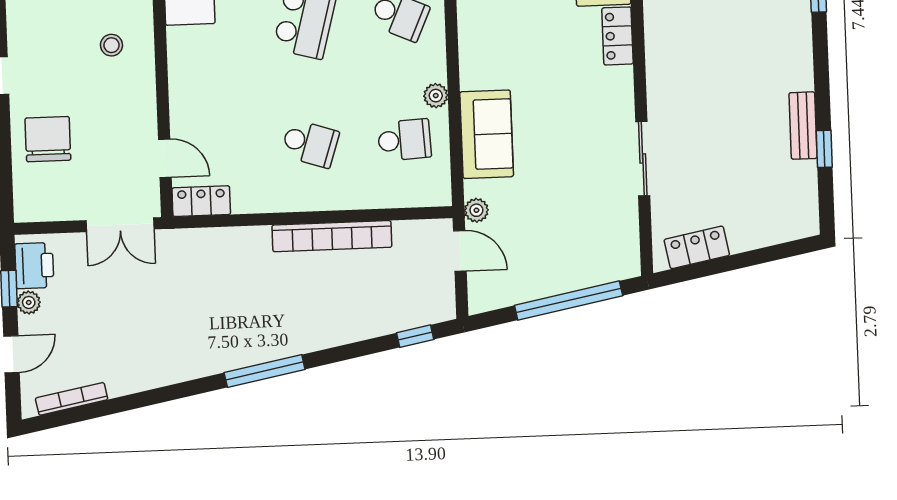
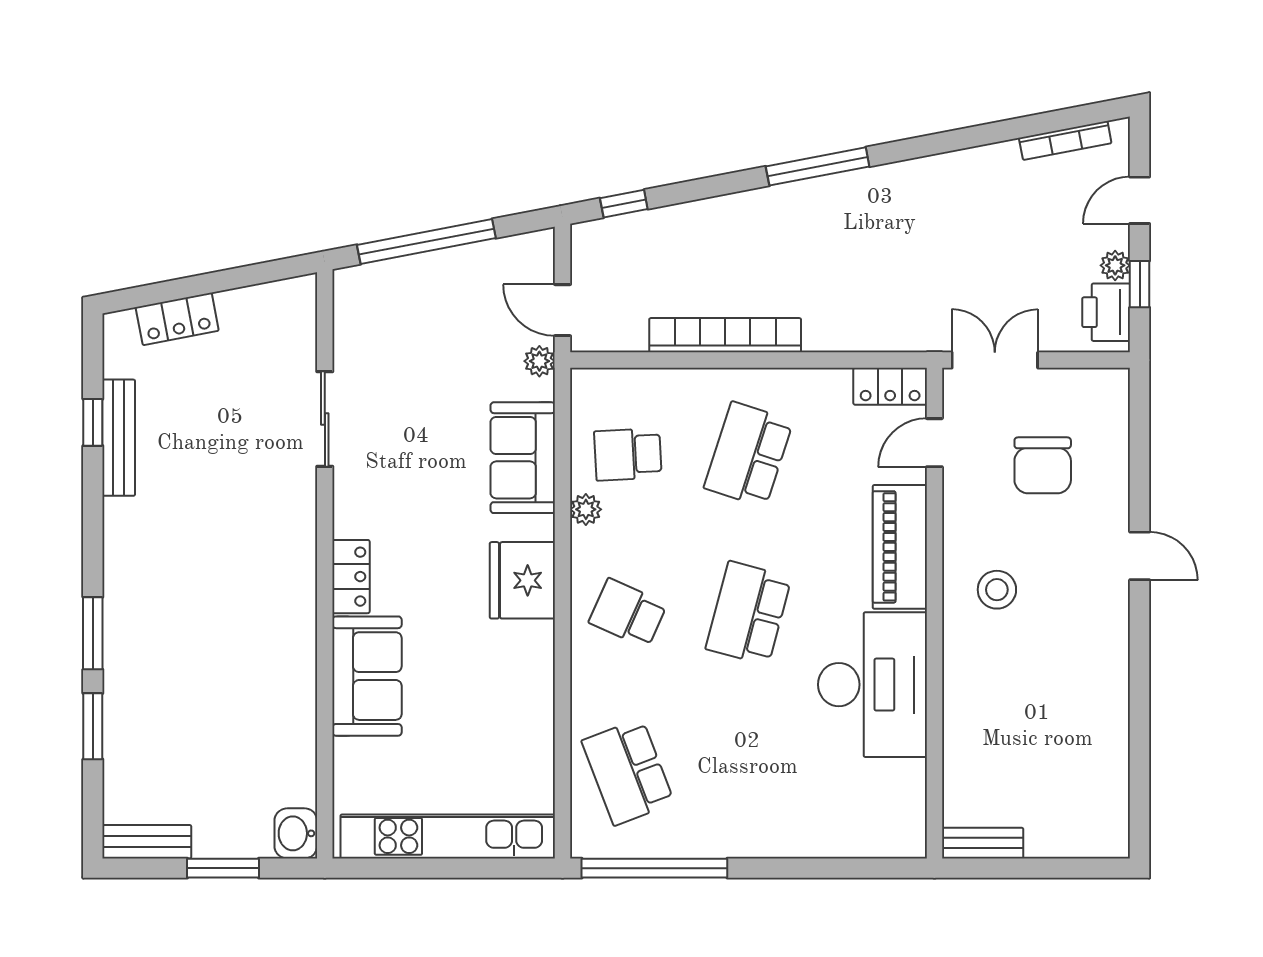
fridge: (483, 38) -> (522, 580), added
stool: (111, 45) -> (997, 590), width x1.37, depth x1.37
piano: (189, 76) -> (900, 547), added
bench: (803, 126) -> (119, 438), width x1.36
chair: (48, 139) -> (1043, 465), moved
school desk: (310, 144) -> (748, 454), width x1.85
door: (165, 158) -> (934, 443), hinge flipped
locker: (697, 247) -> (177, 319), moved

